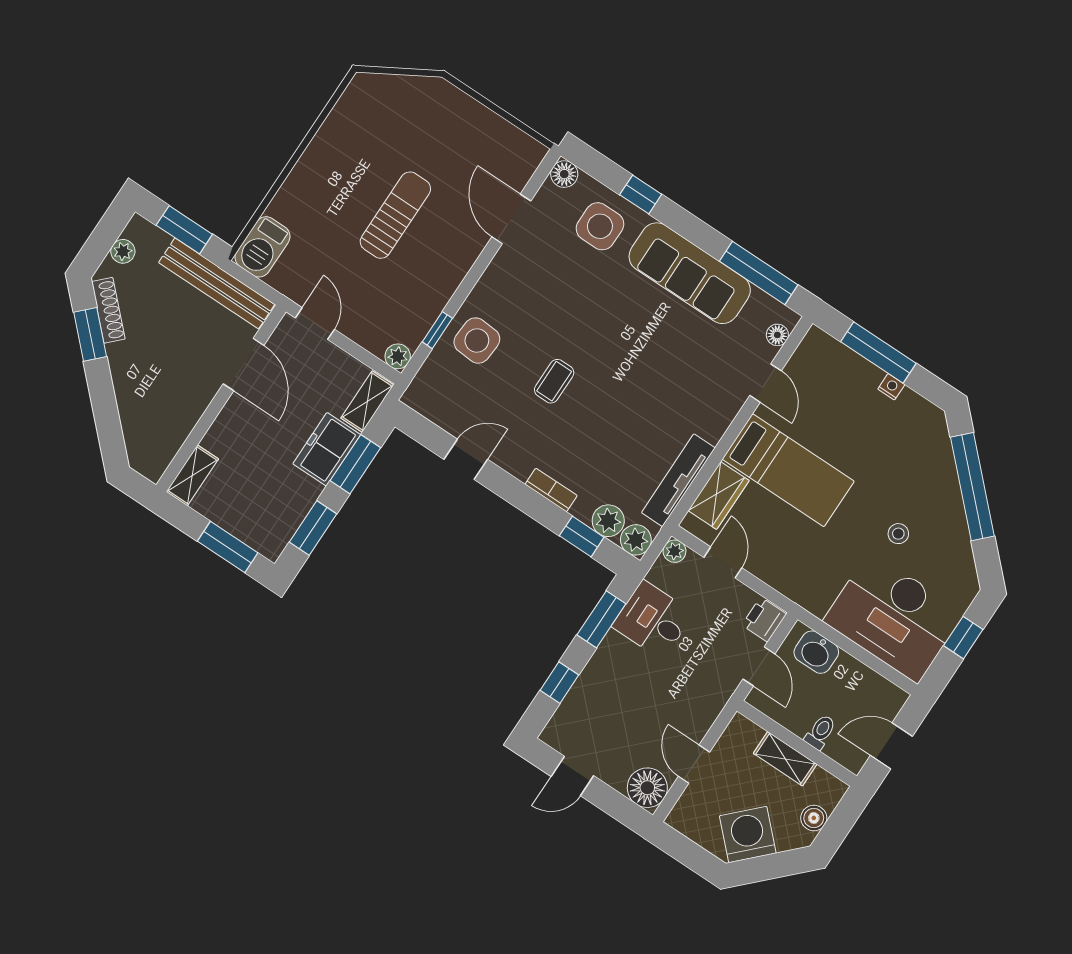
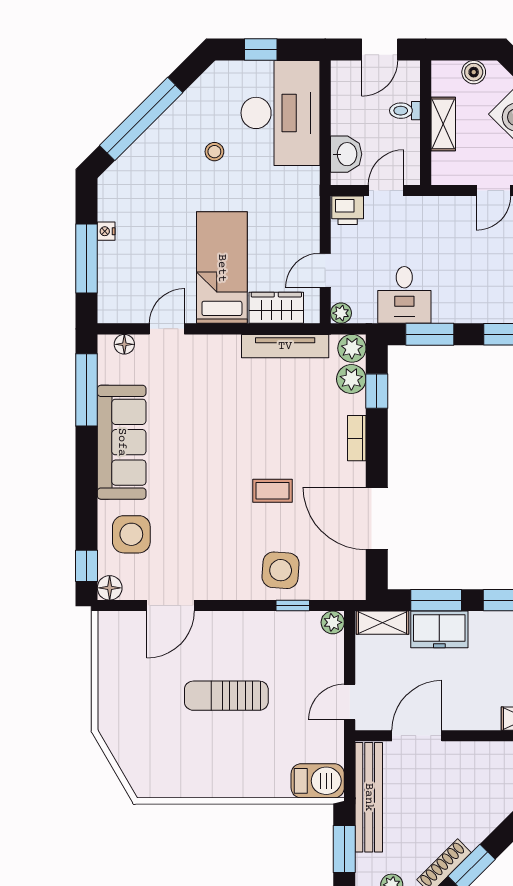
window: (641, 195) -> (87, 566), moved
door: (466, 459) -> (377, 518), width x1.88
door: (891, 746) -> (380, 50), hinge flipped

